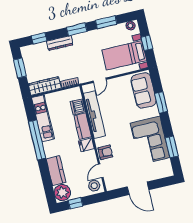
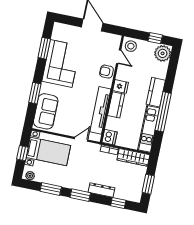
dishwasher: (78, 107) -> (110, 137), moved
kitchen counter: (56, 171) -> (156, 92), moved
door: (101, 171) -> (119, 57), hinge flipped

